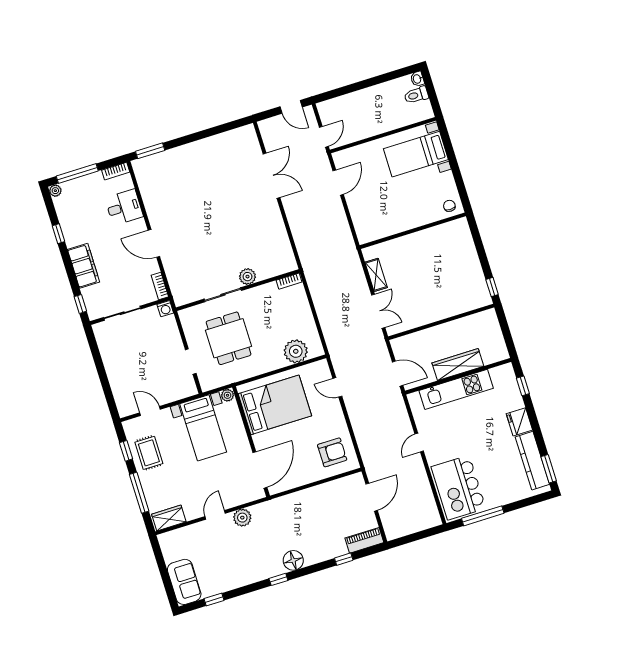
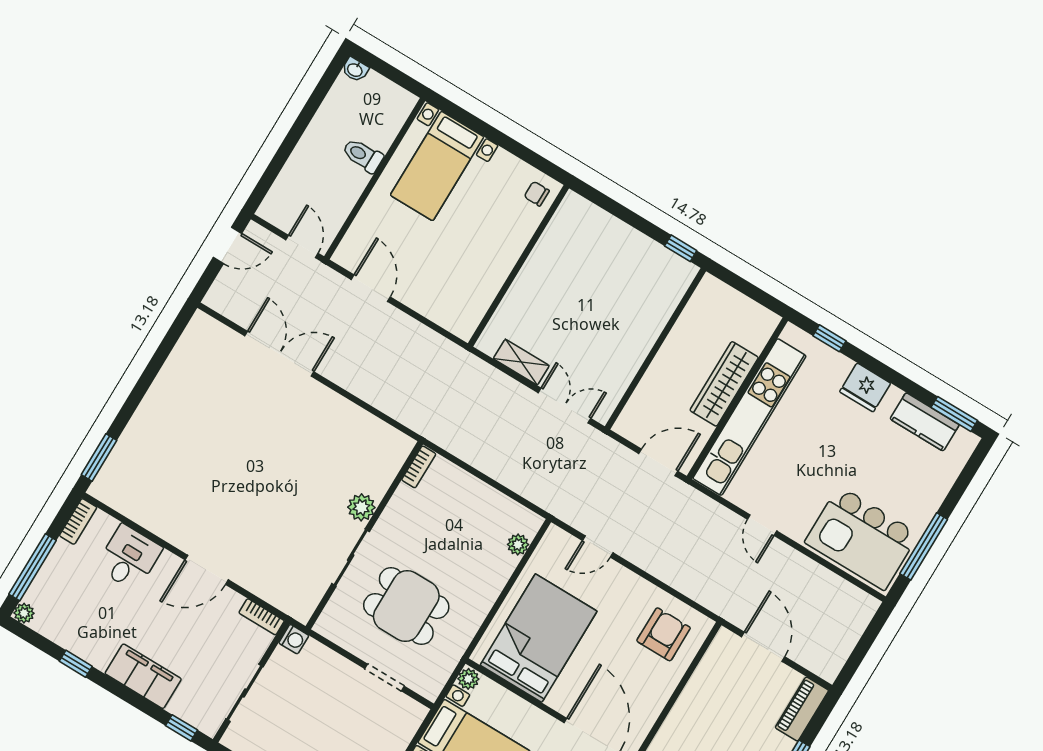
toilet: (416, 95) -> (363, 155), moved, turned 90
plant: (296, 351) -> (518, 545), width x0.53, depth x0.53
kitchen unit: (456, 389) -> (749, 417), width x1.36
kitchen counter: (532, 461) -> (925, 422), width x0.67

